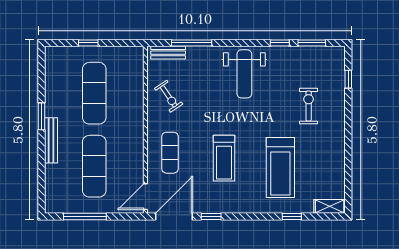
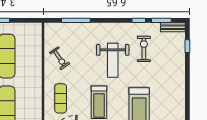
bench: (168, 53) -> (173, 27), moved
weight bench: (244, 74) -> (113, 60), moved
exercise bike: (309, 106) -> (144, 49), moved

